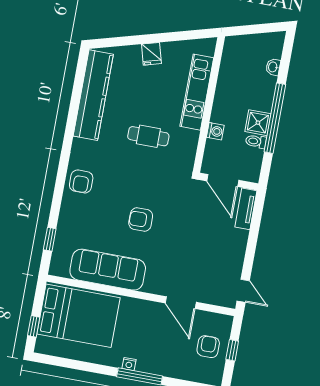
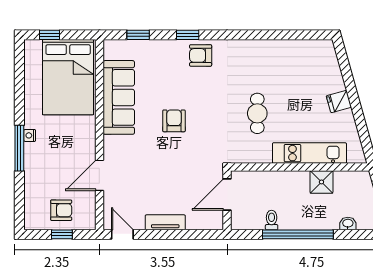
kitchen counter: (93, 95) -> (288, 52), removed
shower: (258, 123) -> (321, 182), moved
washing machine: (215, 131) -> (274, 178), removed
window: (59, 190) -> (188, 35), added
tv unit: (246, 209) -> (165, 222), moved
door: (243, 291) -> (122, 234), swing flipped

